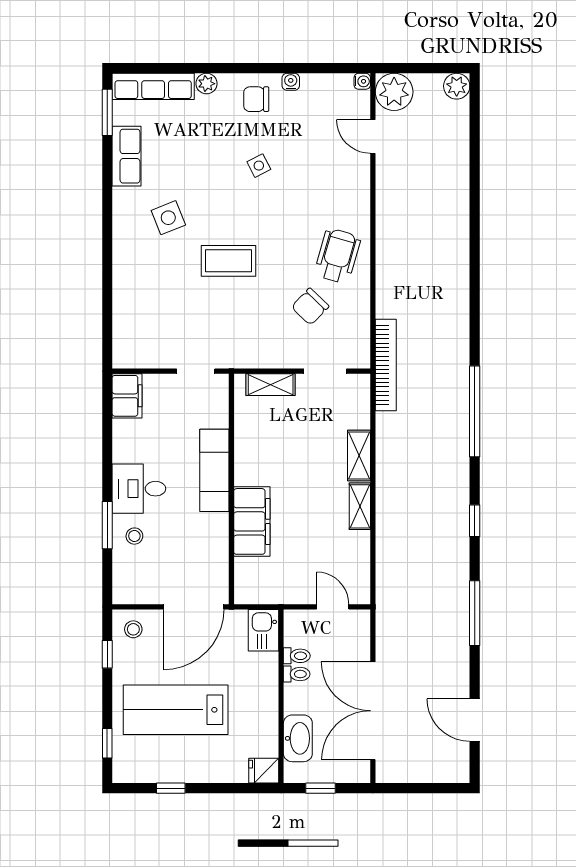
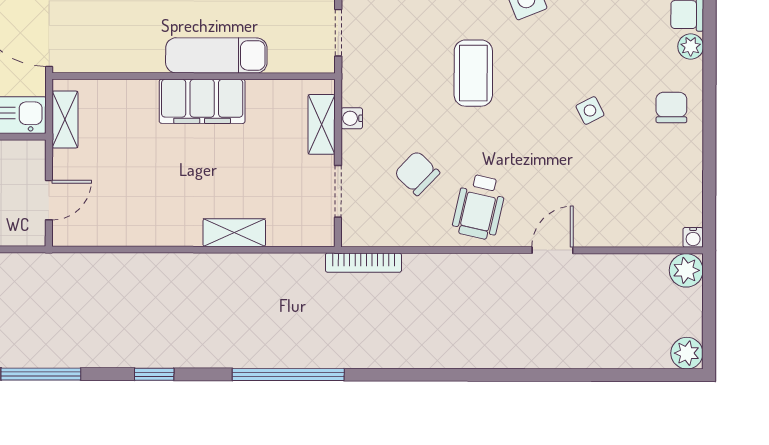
water cooler: (291, 82) -> (352, 118), moved, turned 180
plant: (394, 92) -> (686, 270), width x0.73, depth x0.73
door: (373, 137) -> (552, 250), moved
wheelchair: (337, 256) -> (479, 207), turned 87
bookcase: (386, 365) -> (363, 263), width x0.68, depth x0.76
shelving: (360, 506) -> (65, 120), moved, turned 90
filing cabinet: (252, 521) -> (202, 101), moved

